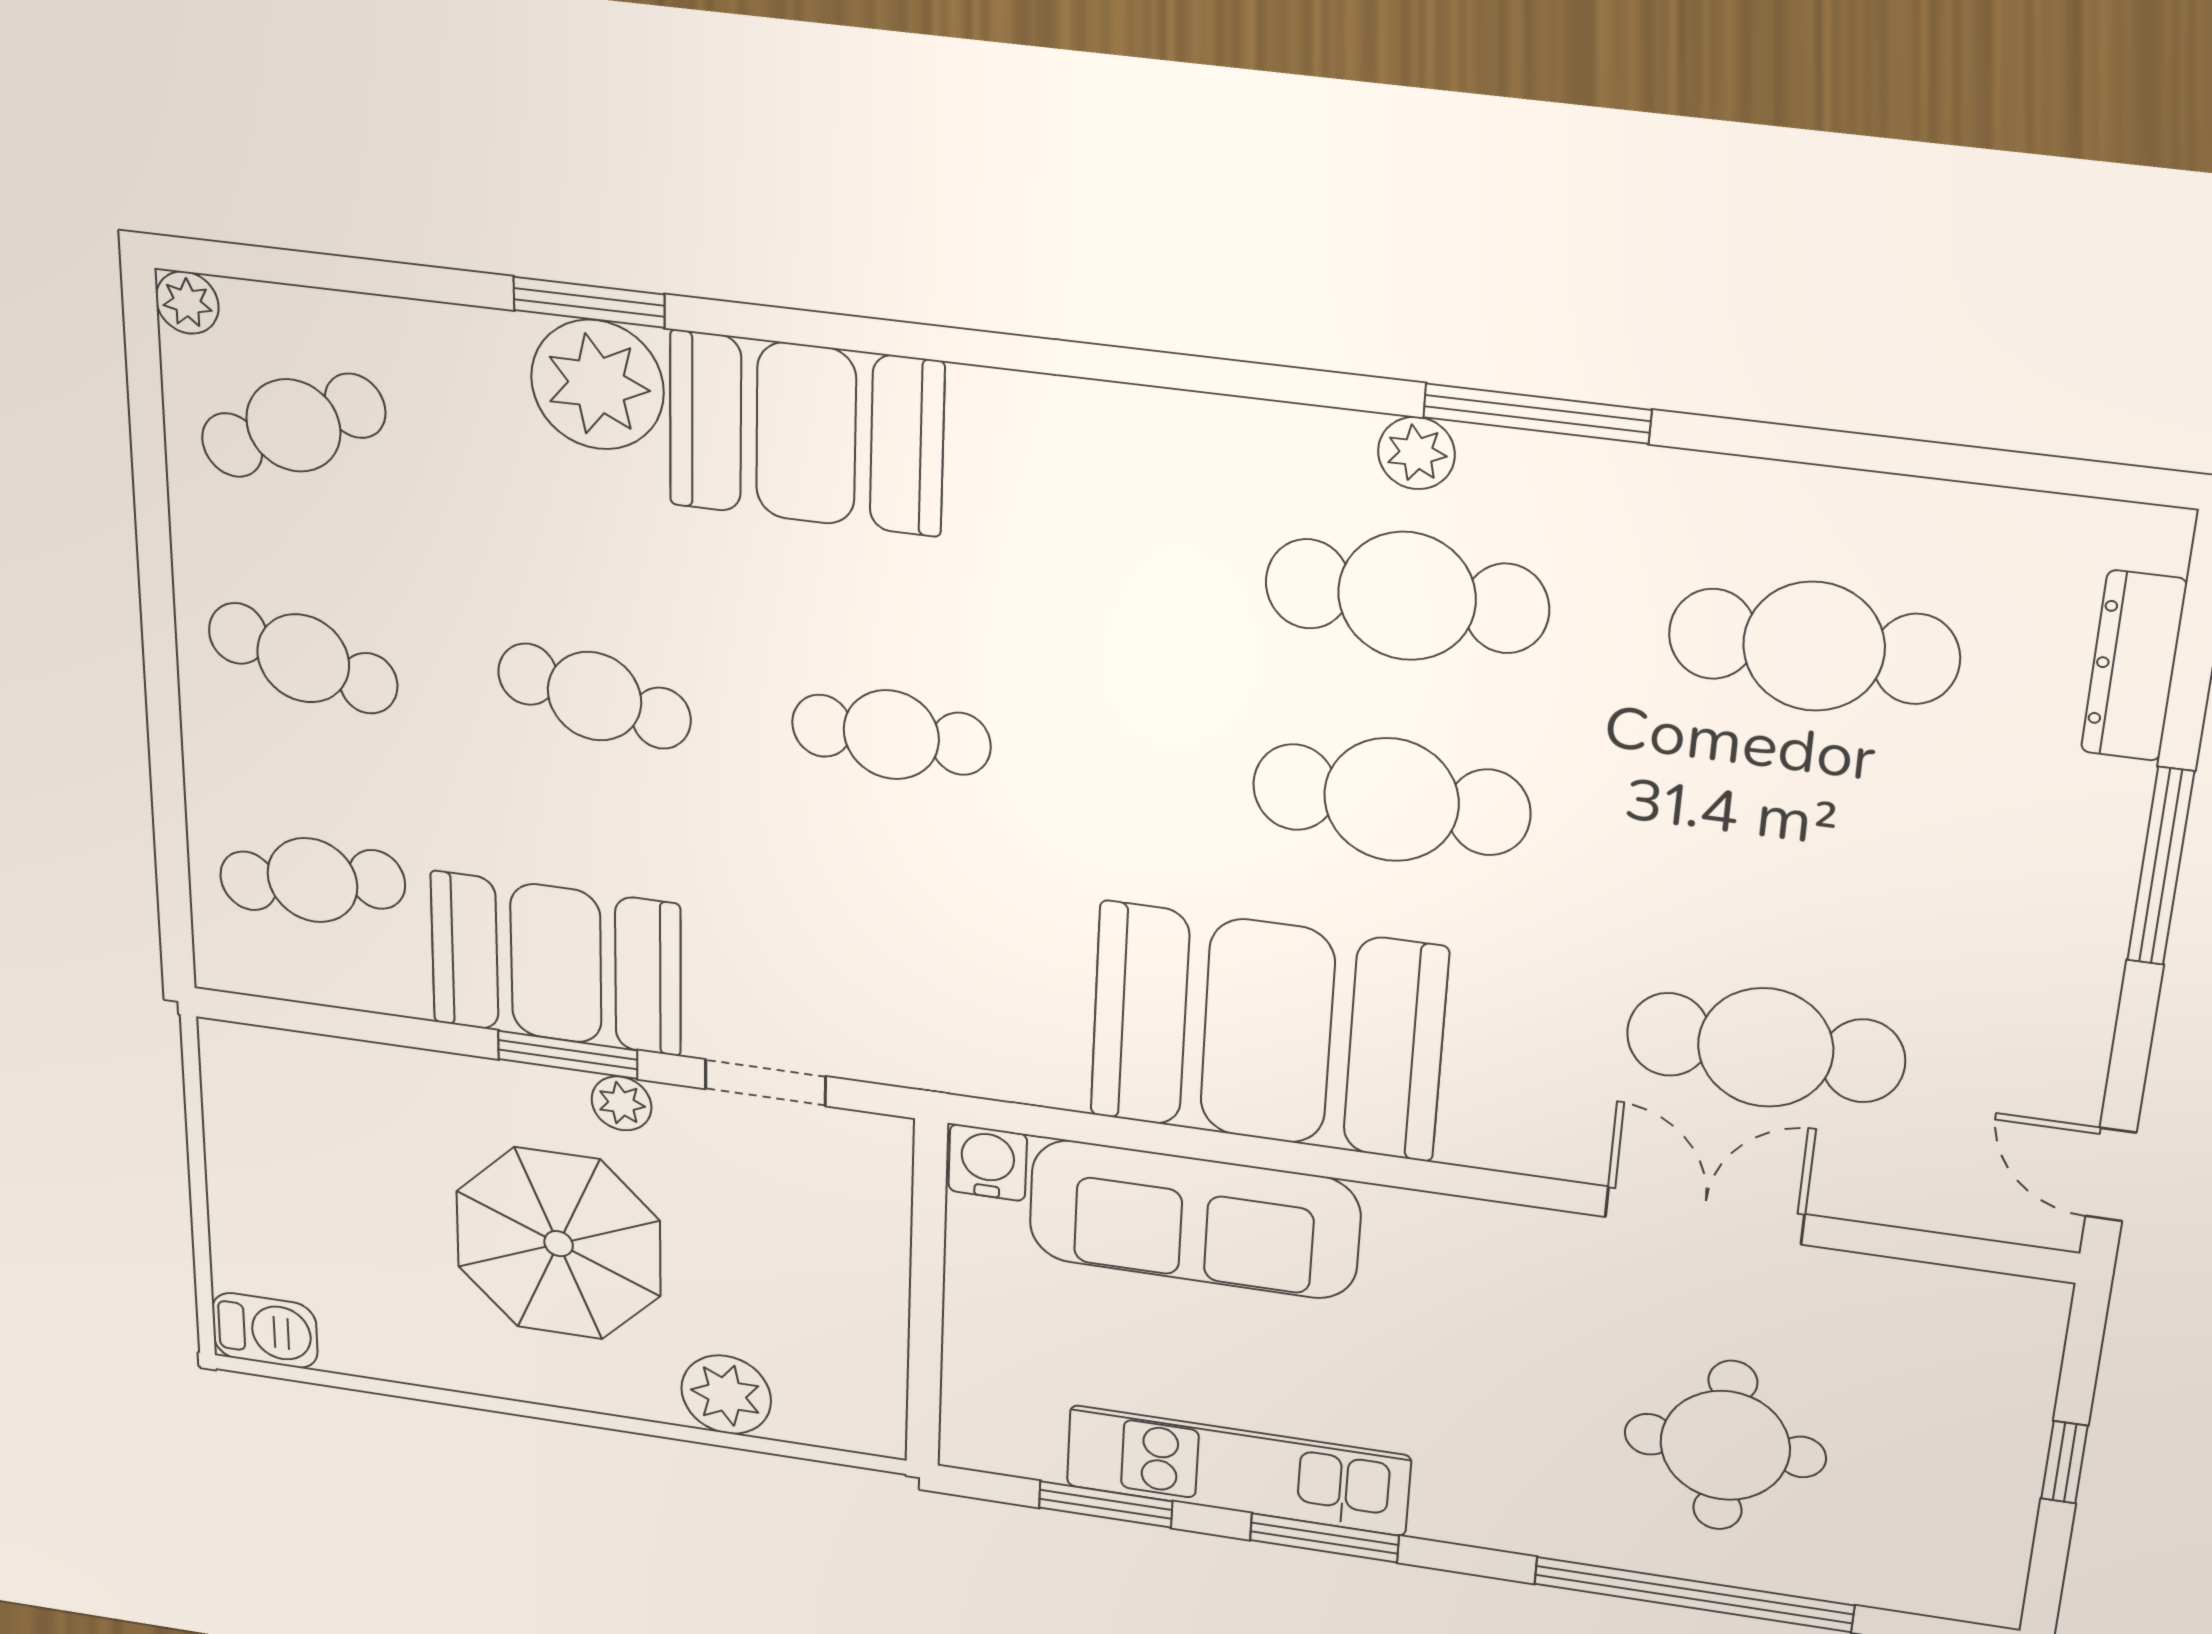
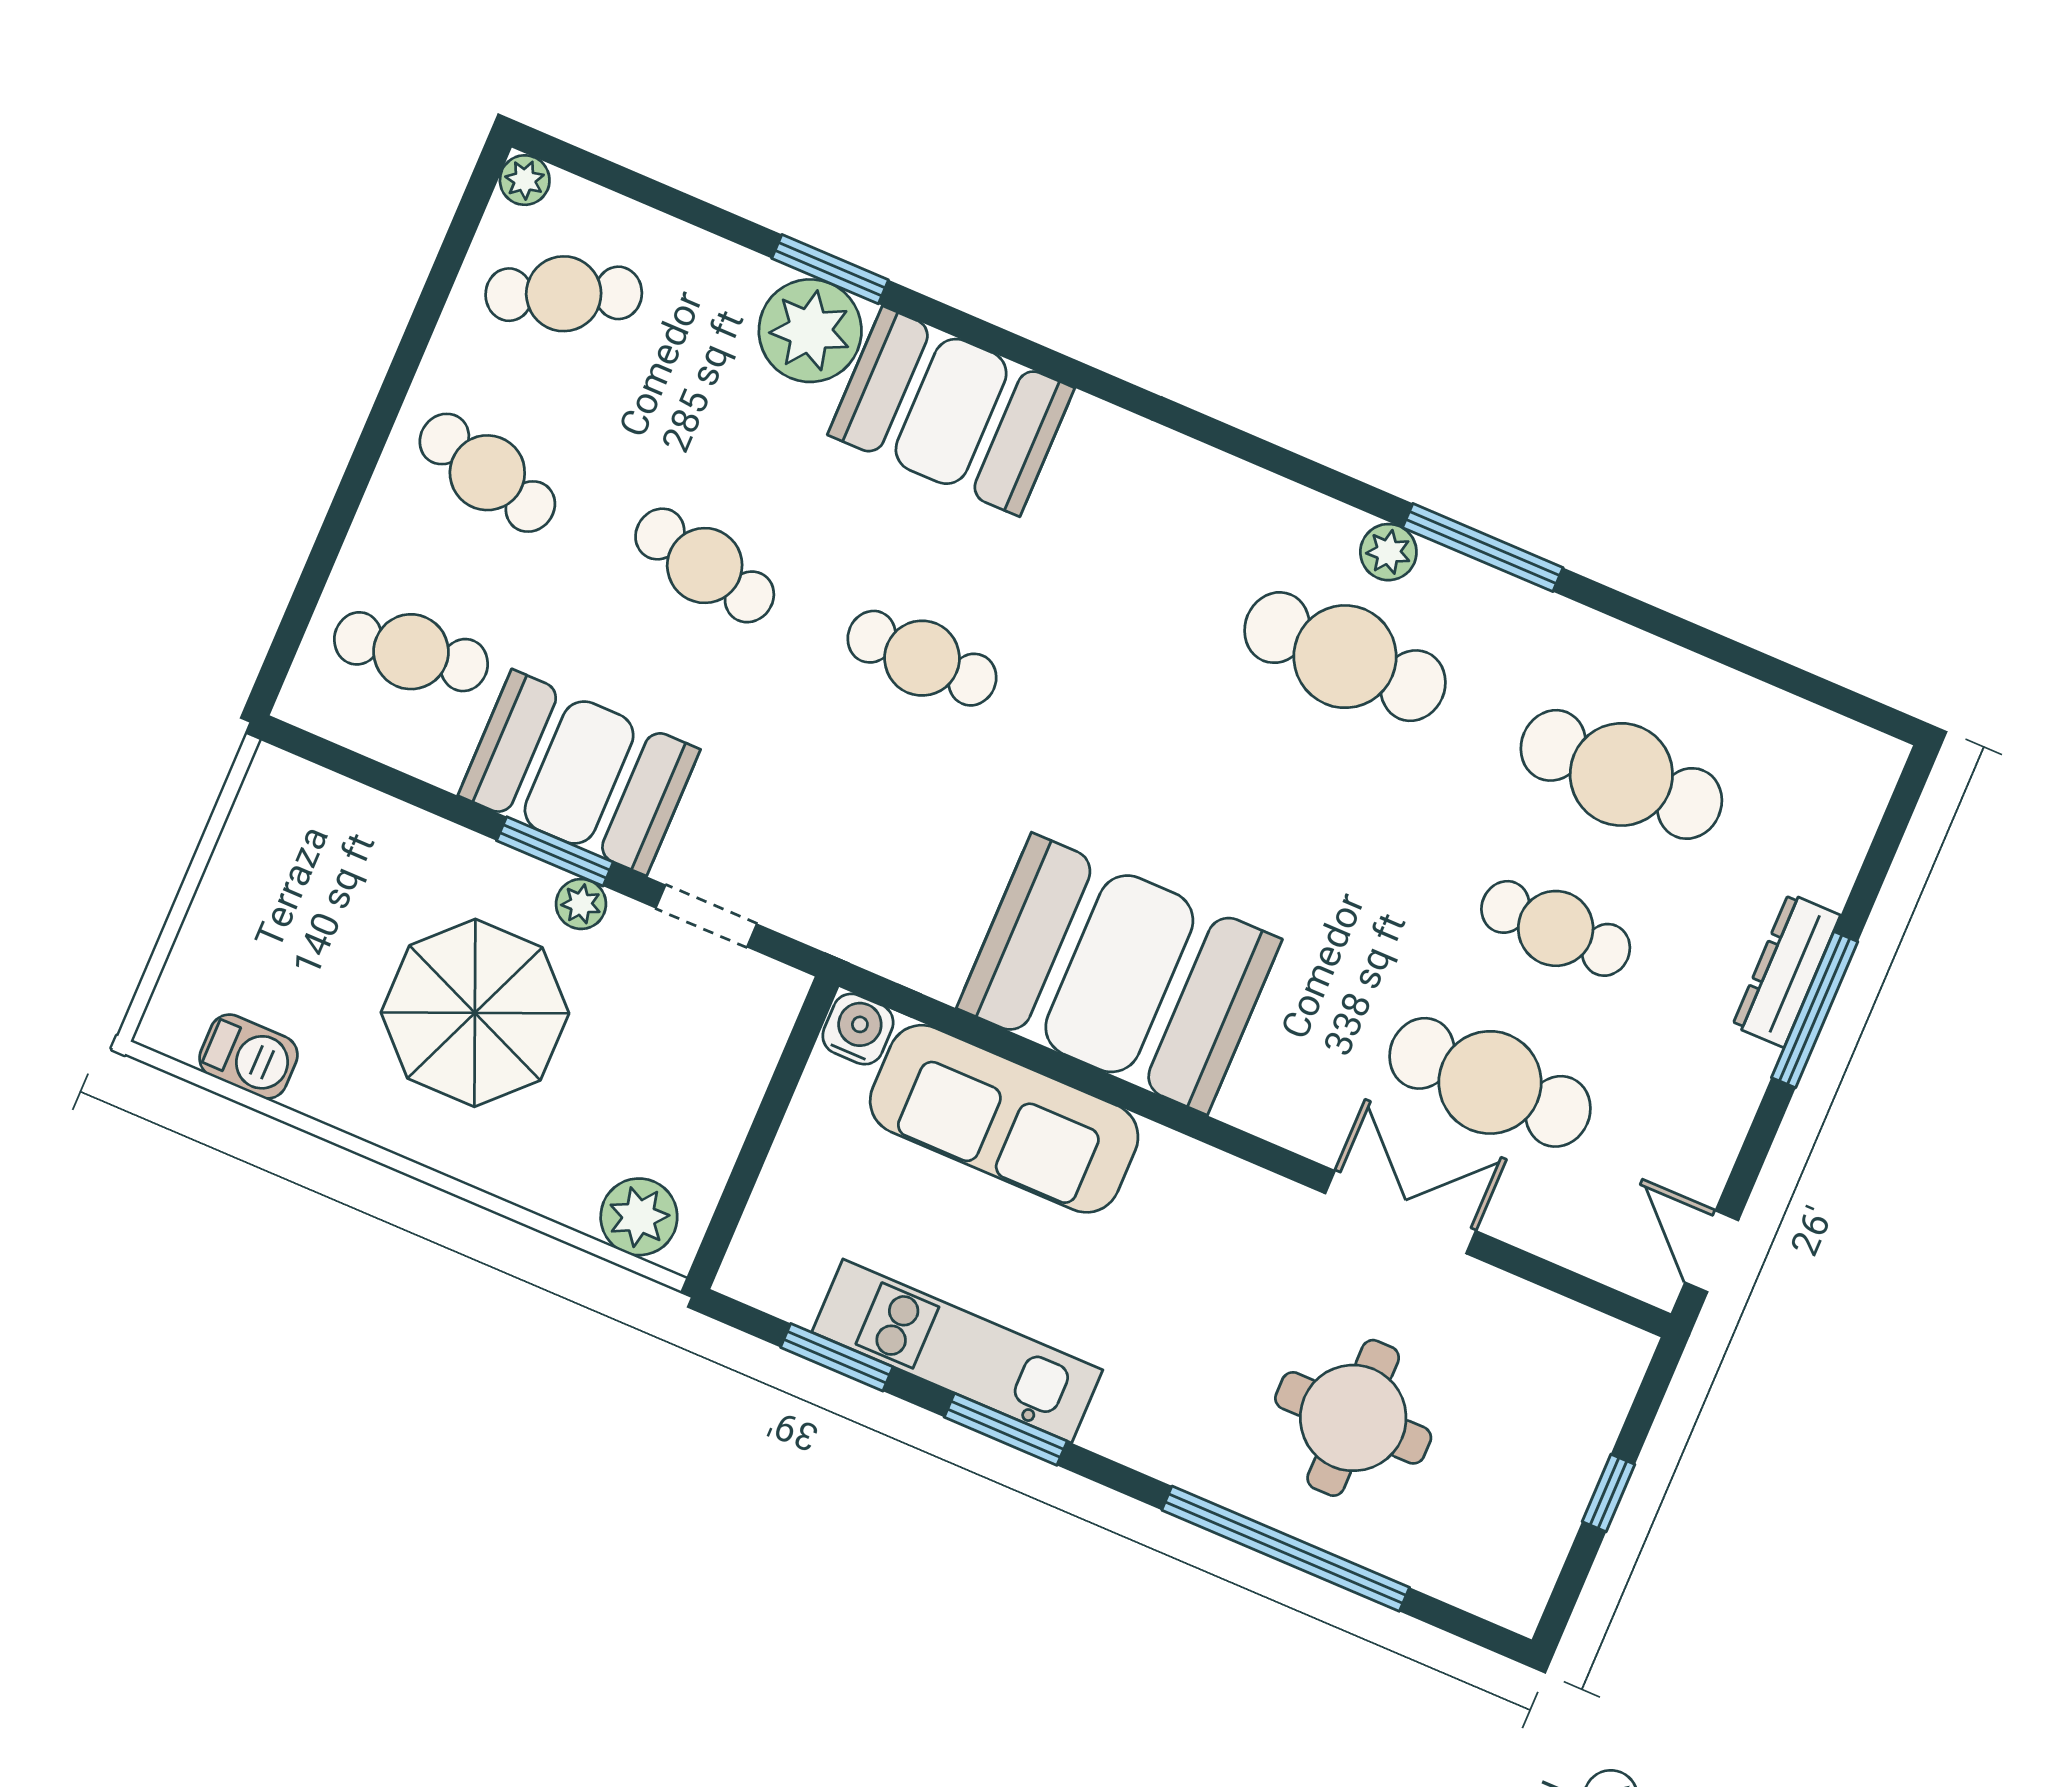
dresser: (2134, 666) -> (1786, 970), moved
cafe table: (1391, 800) -> (1556, 928), moved, width x0.73, depth x0.74
barbecue: (265, 1331) -> (248, 1056), moved
plant: (726, 1395) -> (639, 1217), moved

